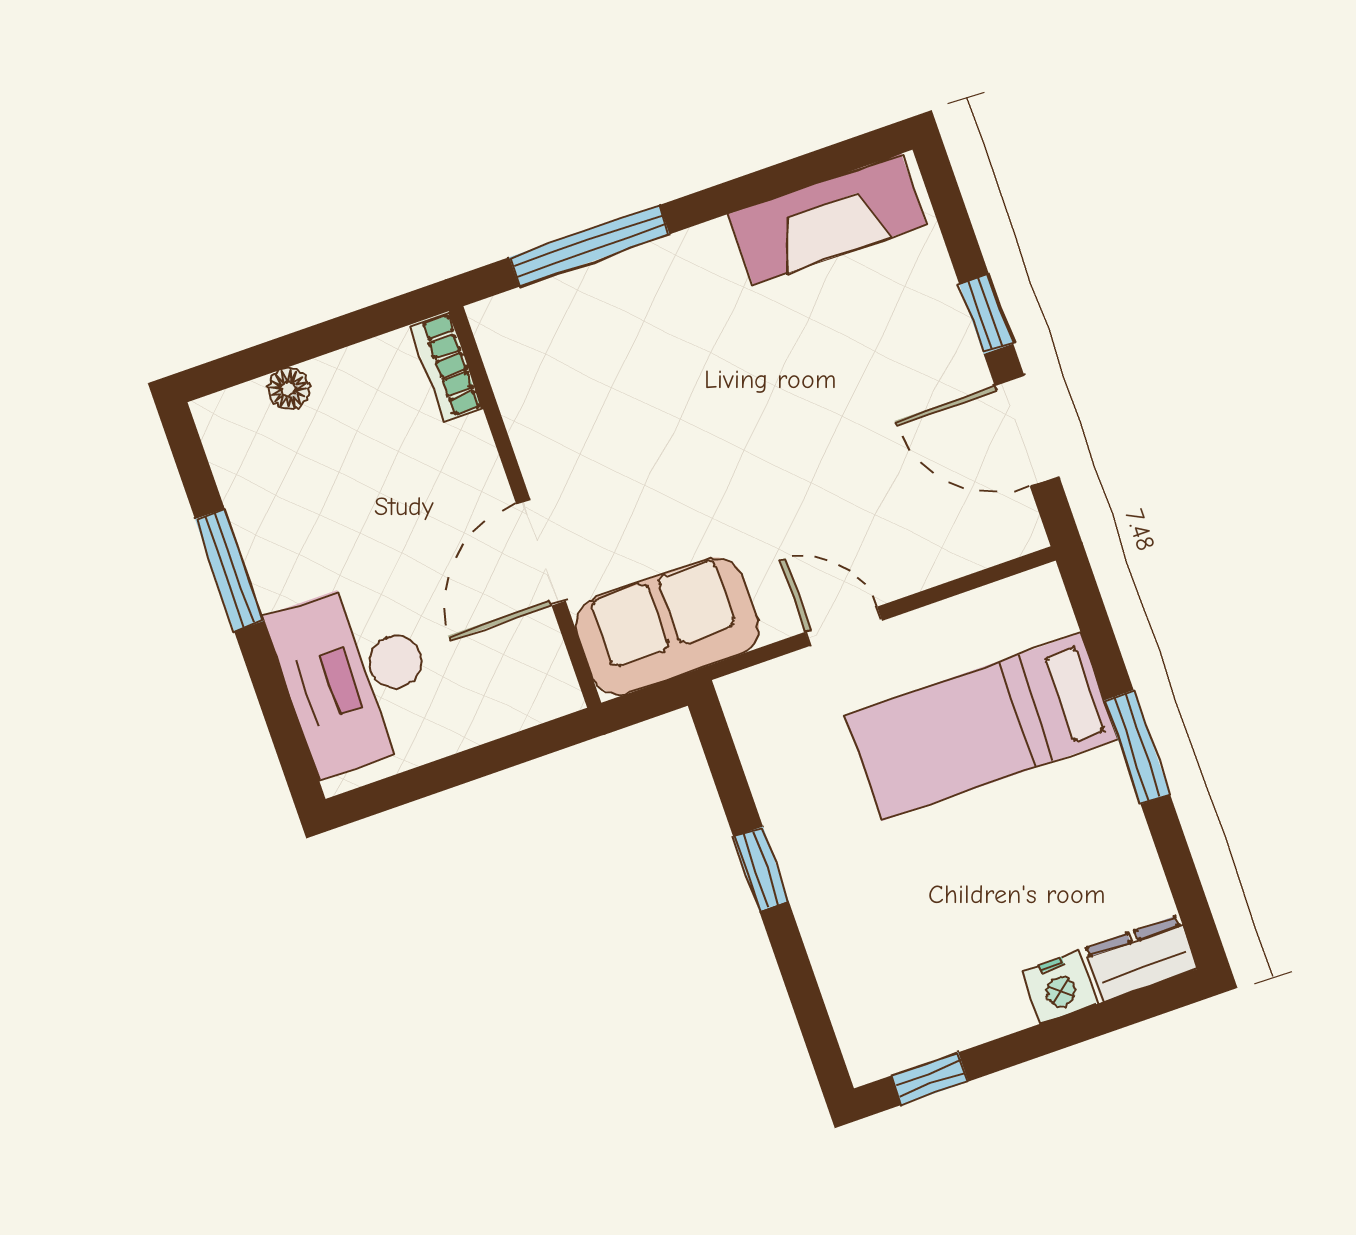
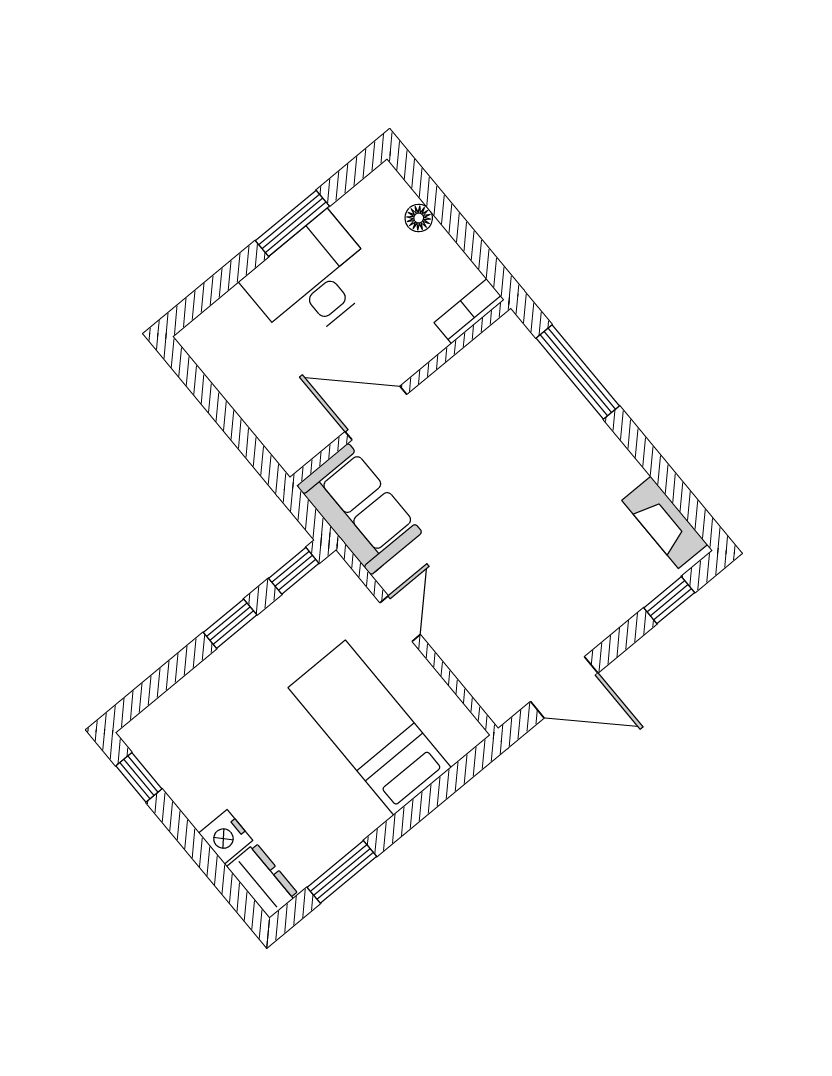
fireplace: (827, 219) -> (665, 522), width x0.73, depth x0.76
window: (986, 314) -> (669, 600), moved
door: (1027, 431) -> (564, 687), swing flipped
desk: (355, 676) -> (312, 280), moved
window: (1137, 747) -> (342, 872), moved
window: (720, 751) -> (294, 571), added

